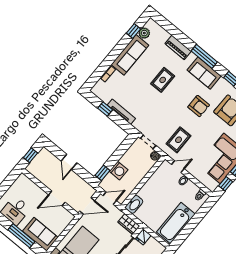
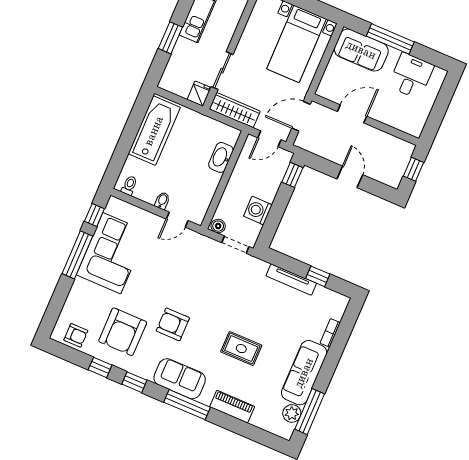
window: (133, 31) -> (310, 412), width x2.17
rug: (163, 80) -> (241, 349), turned 90
rug: (179, 140) -> (189, 262), removed
washing machine: (119, 171) -> (258, 210), moved
washbasin: (134, 204) -> (221, 157), moved
wardrobe: (129, 224) -> (235, 110), width x1.50

